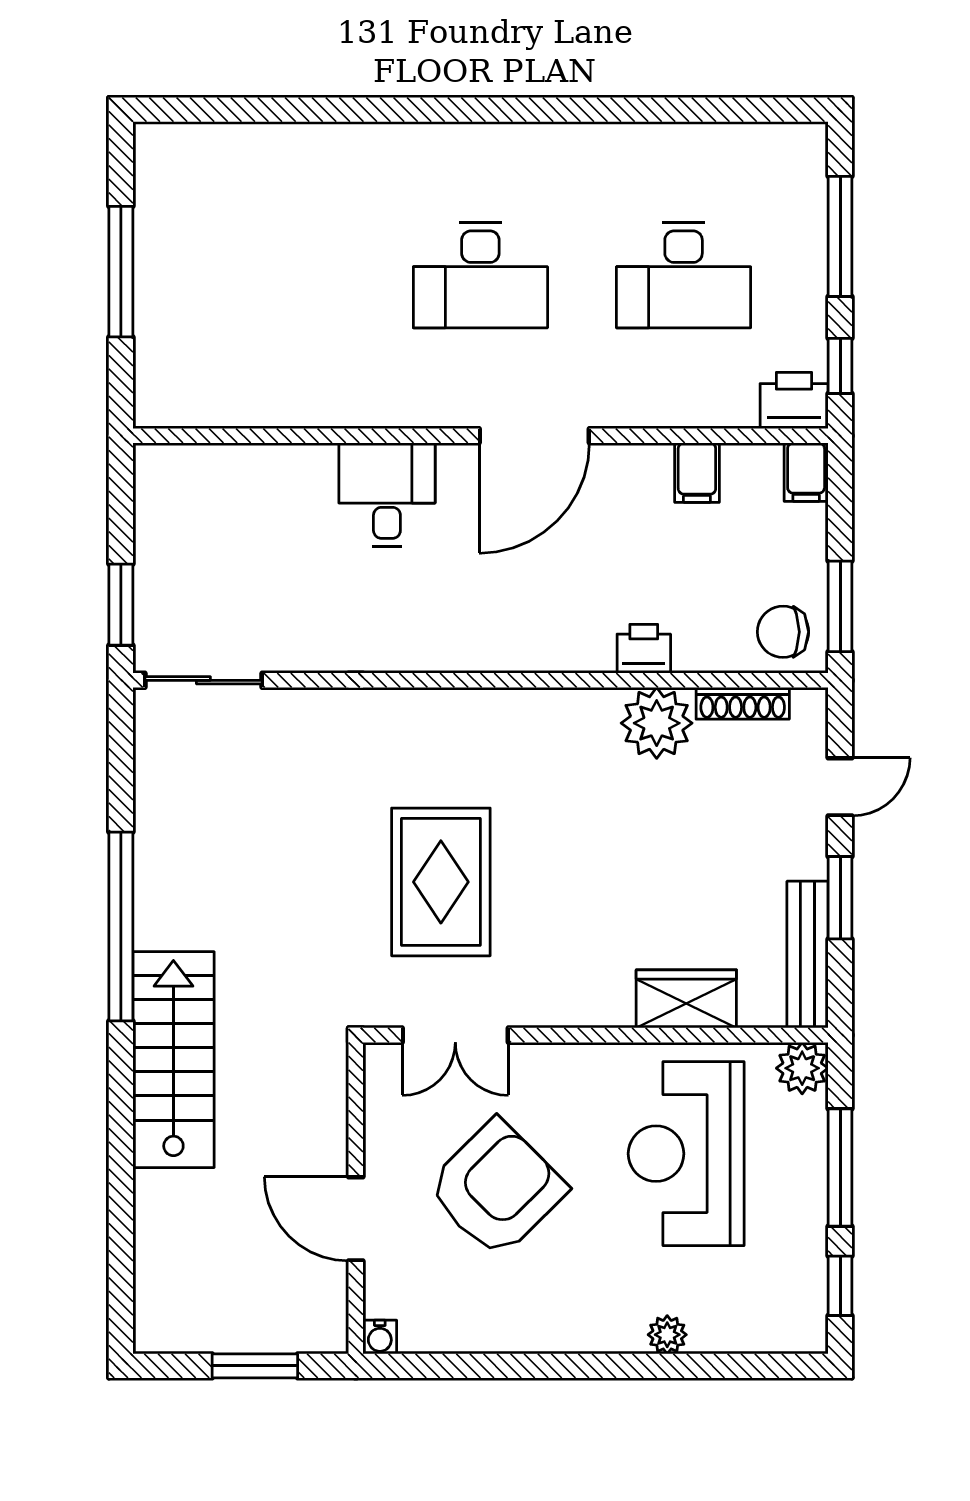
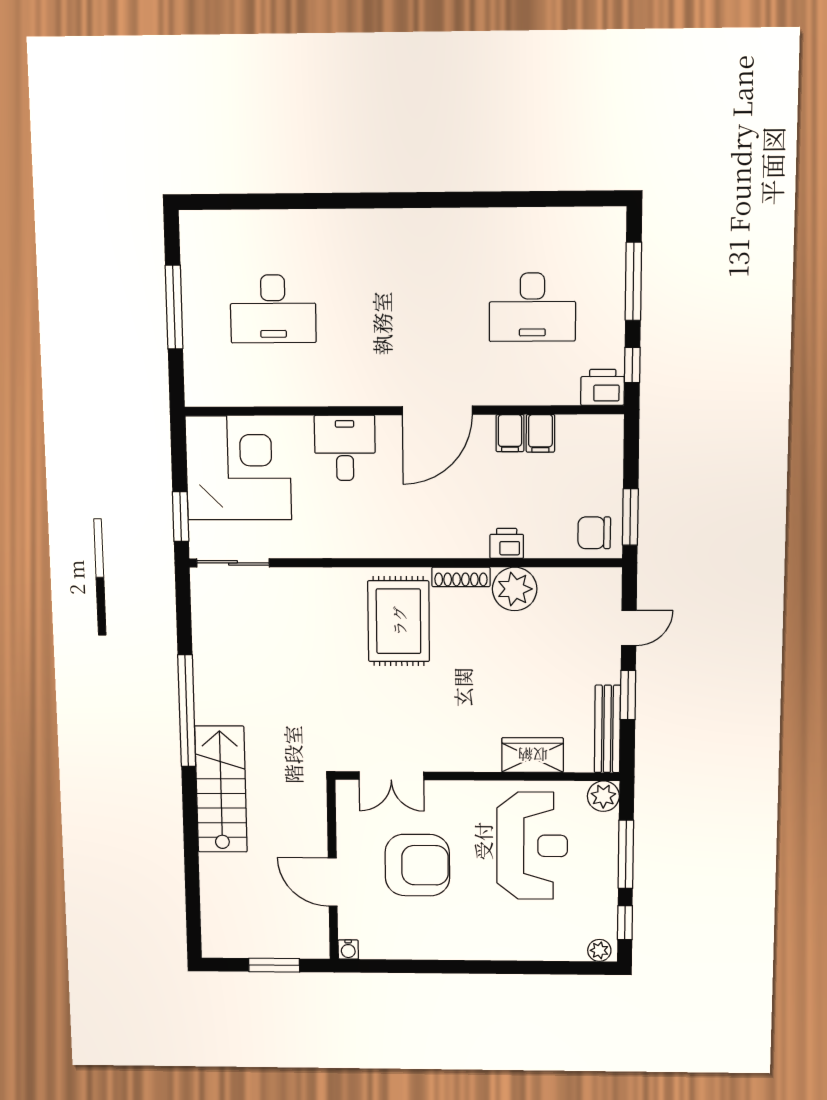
desk: (480, 275) -> (273, 309), moved
filing cabinet: (806, 472) -> (510, 433), moved
corner desk: (216, 526) -> (238, 468), added
shoe rack: (743, 703) -> (461, 577), moved
rug: (441, 882) -> (399, 621), moved
reception desk: (686, 1154) -> (532, 846), turned 180
armchair: (497, 1189) -> (417, 865), turned 45
plant: (667, 1335) -> (599, 950), moved

